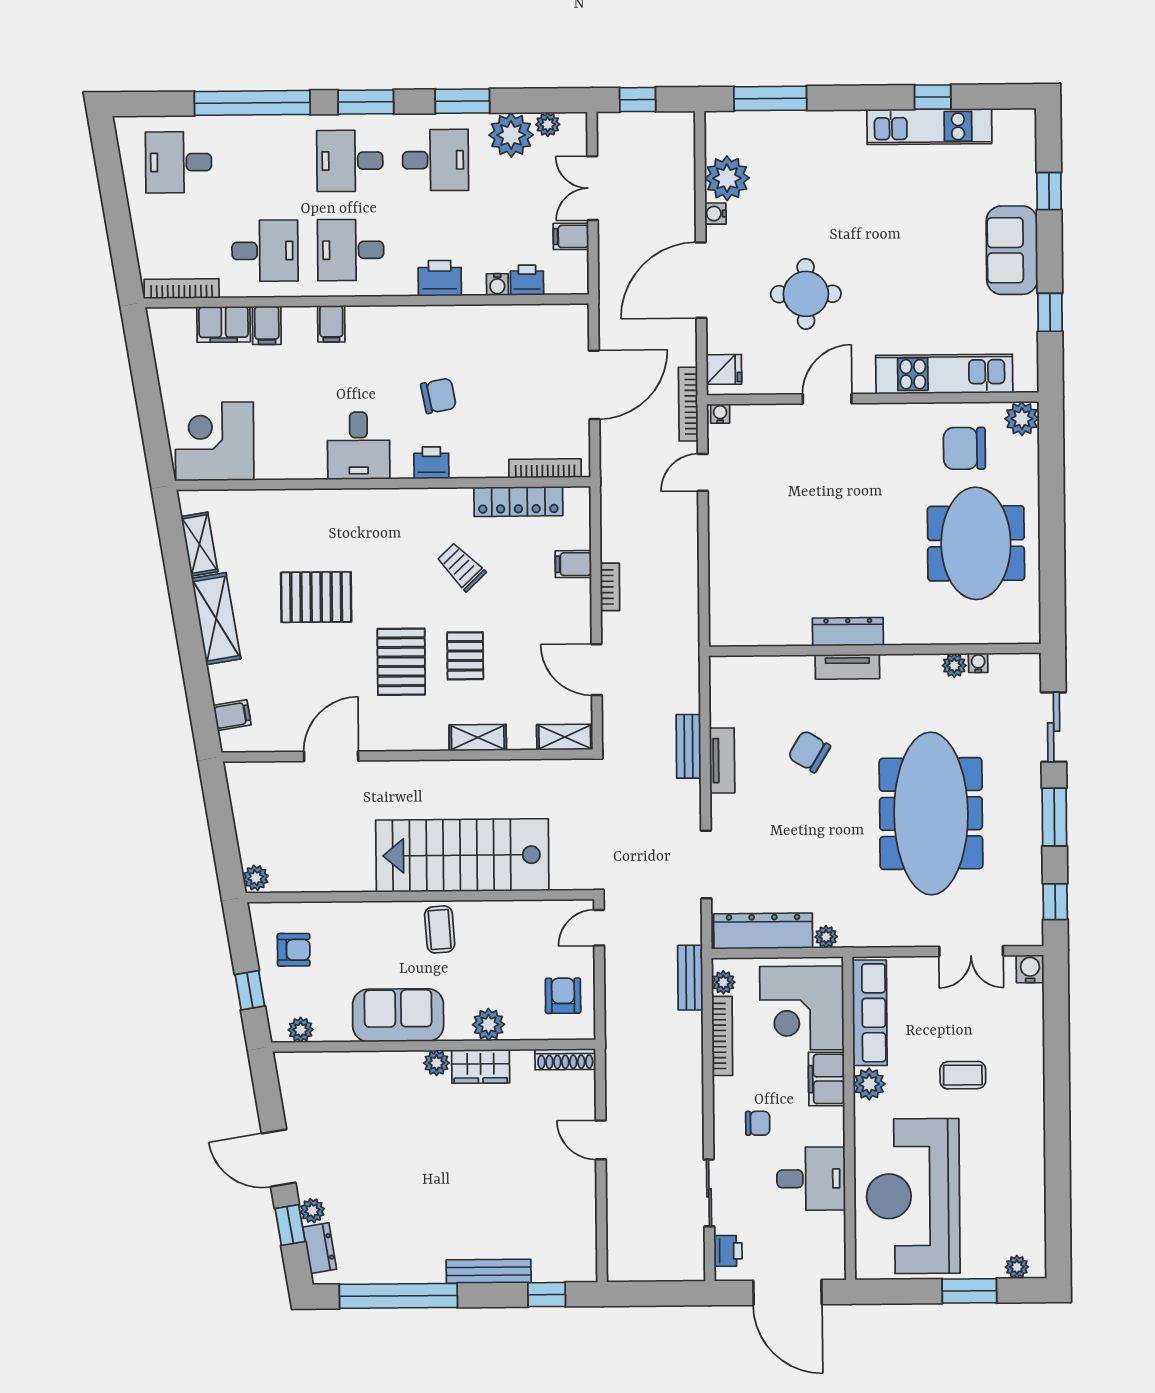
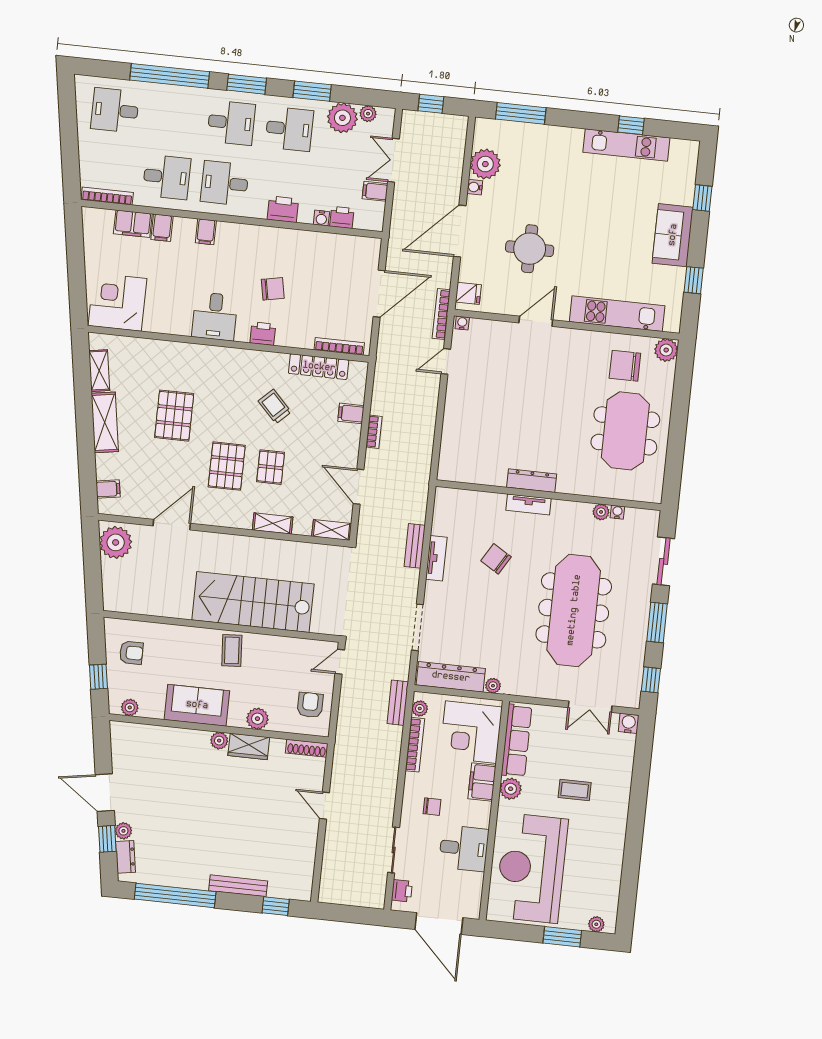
desk: (350, 161) -> (231, 123), turned 180
pallet: (316, 597) -> (174, 416), turned 90
plant: (256, 878) -> (116, 542), moved, width x1.88, depth x1.88

